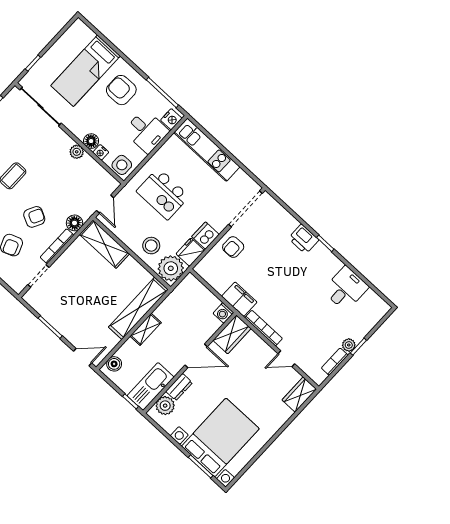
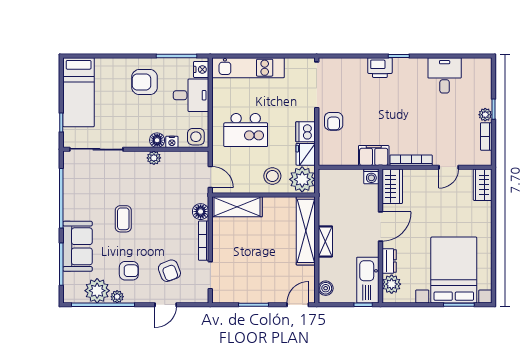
bed: (86, 71) -> (79, 92), moved
armchair: (34, 217) -> (167, 235), removed

